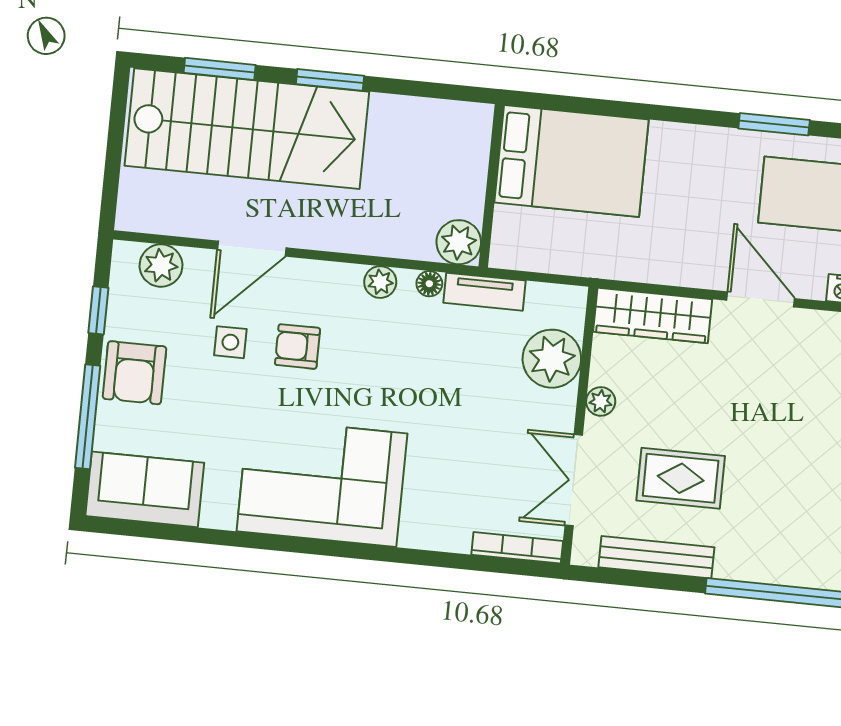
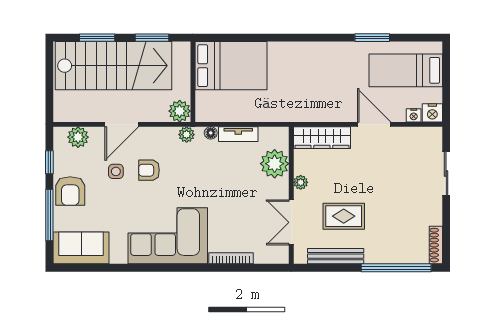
bed: (572, 161) -> (231, 66), moved
wall: (491, 186) -> (193, 82), moved
plant: (459, 242) -> (180, 111), moved
bookcase: (517, 548) -> (231, 258), moved

